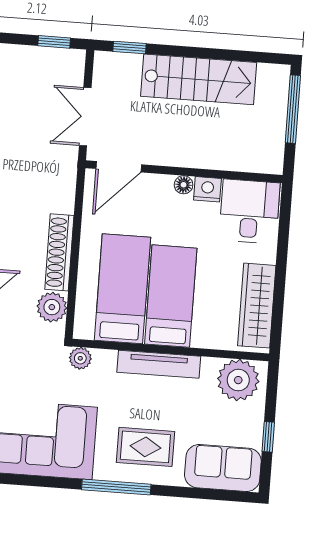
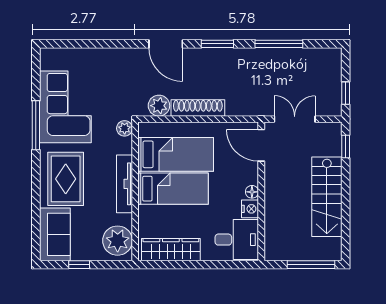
rug: (145, 447) -> (66, 179), width x1.36, depth x1.43
window: (116, 487) -> (36, 125), moved

